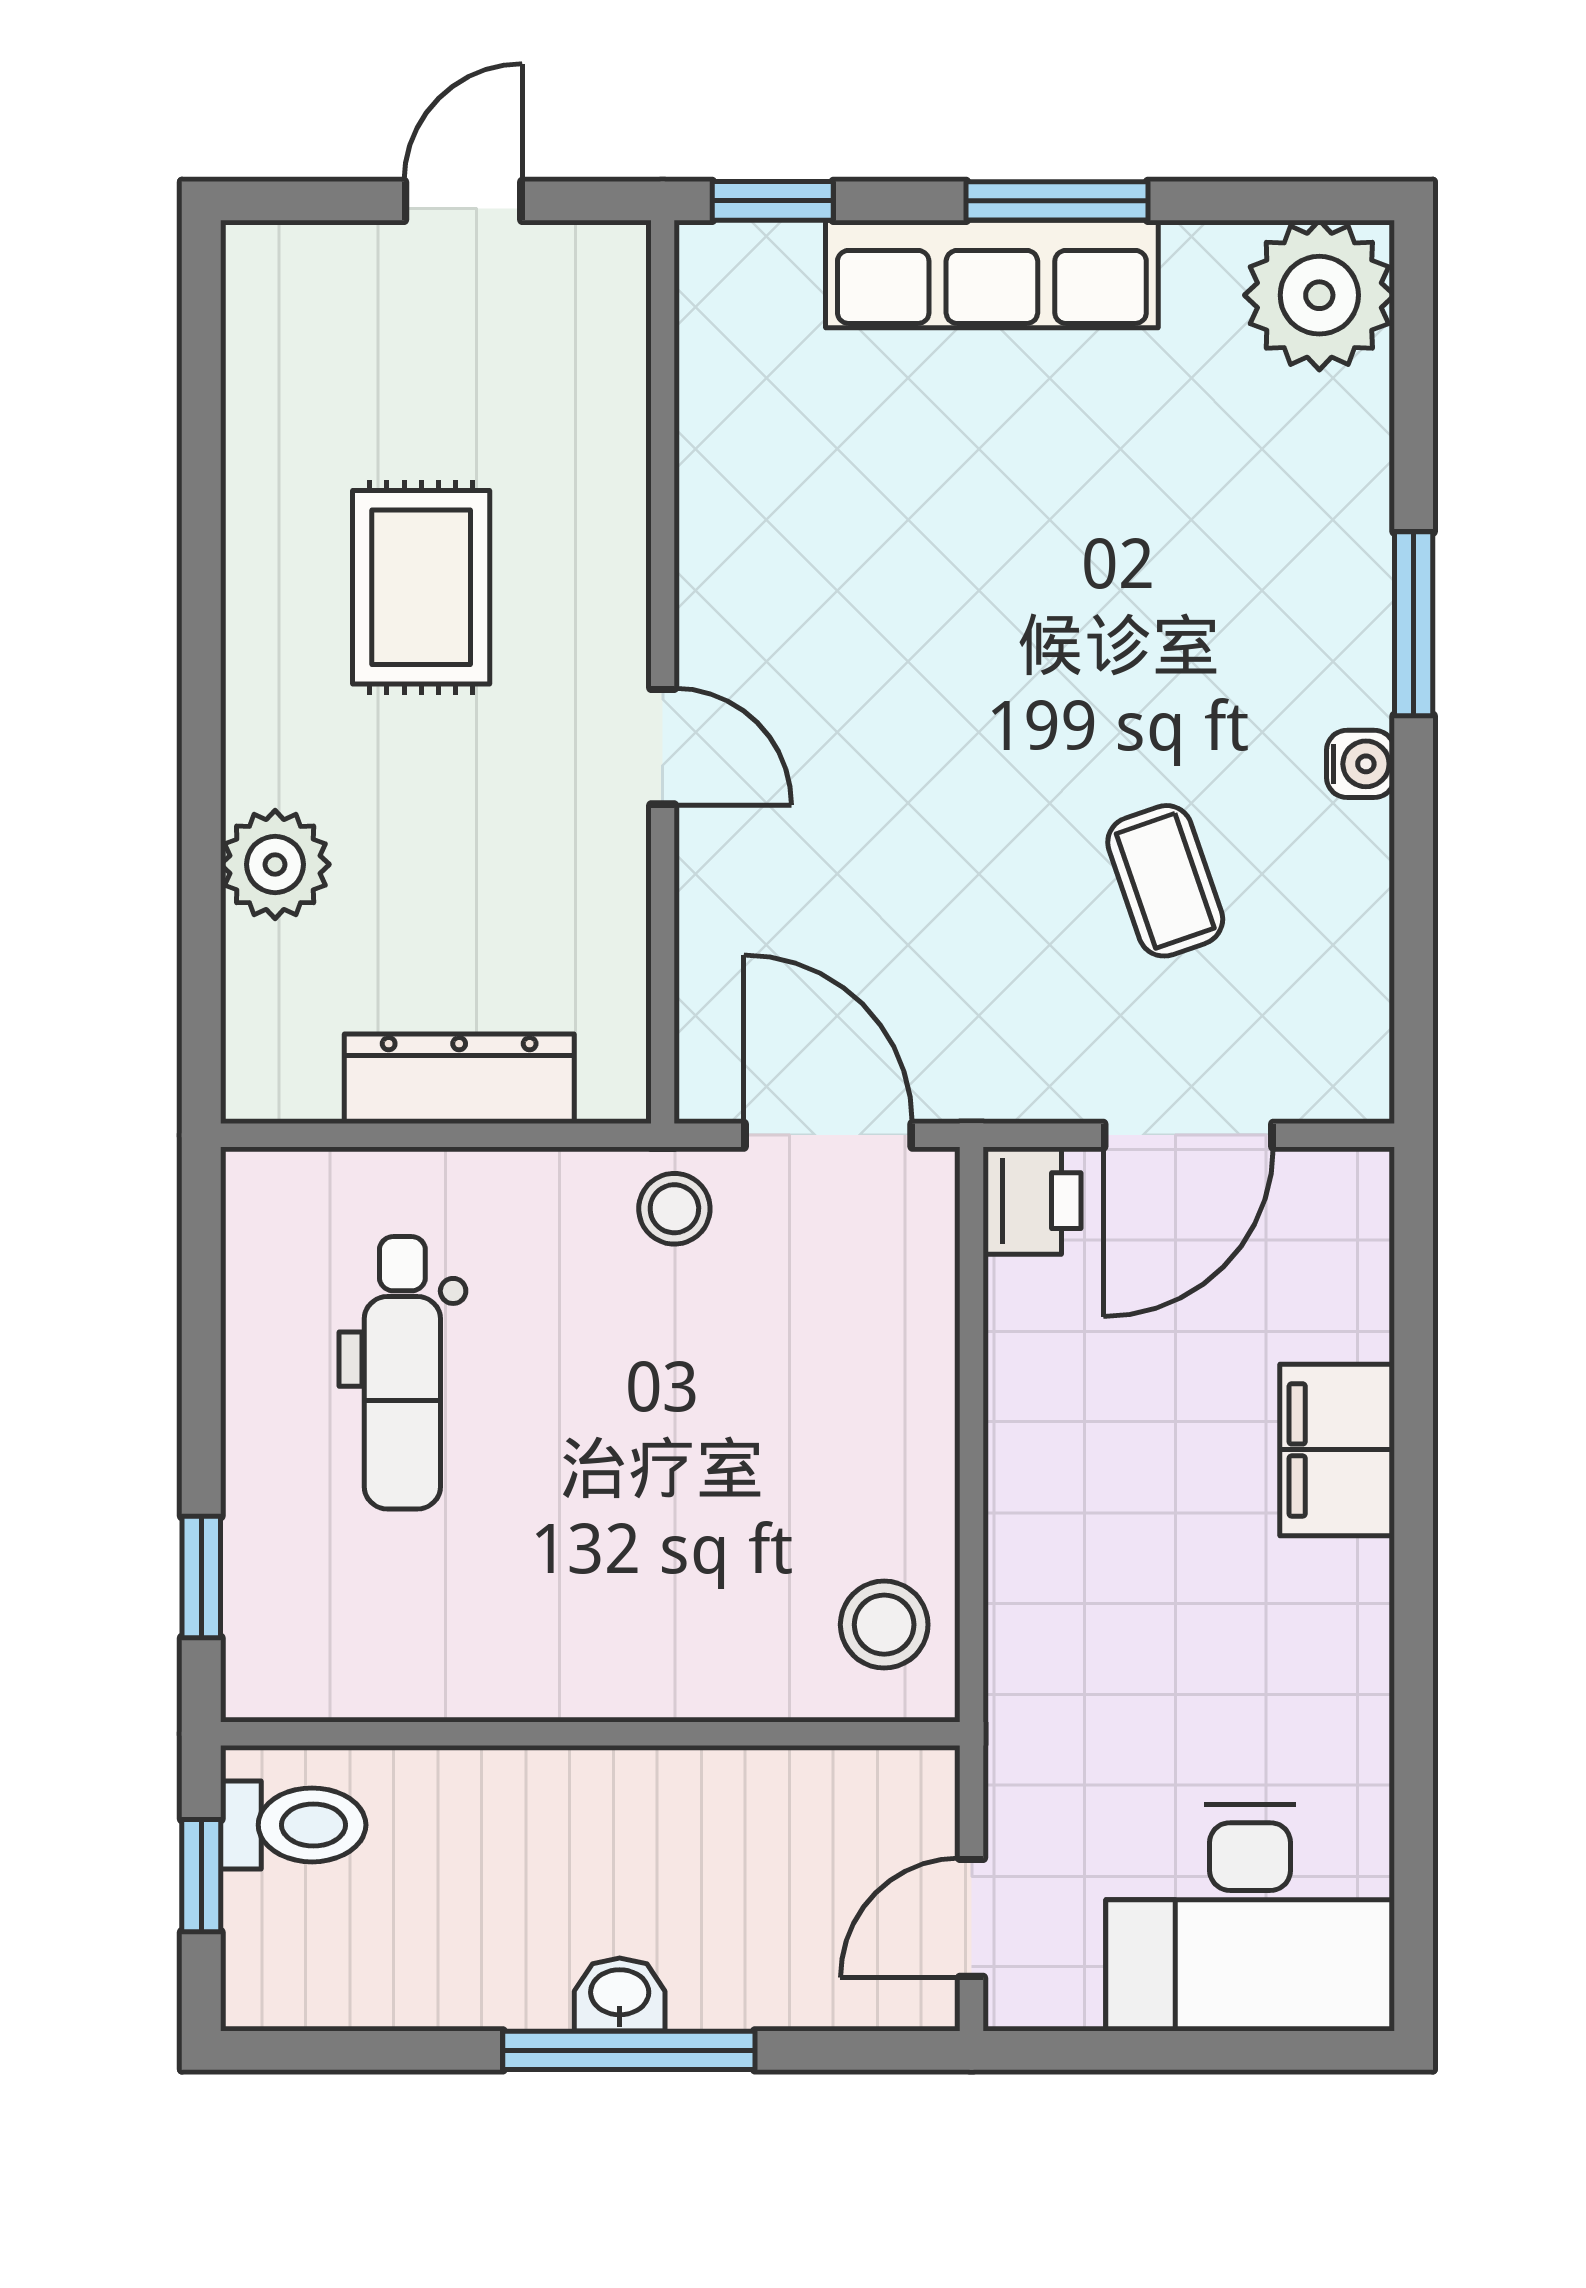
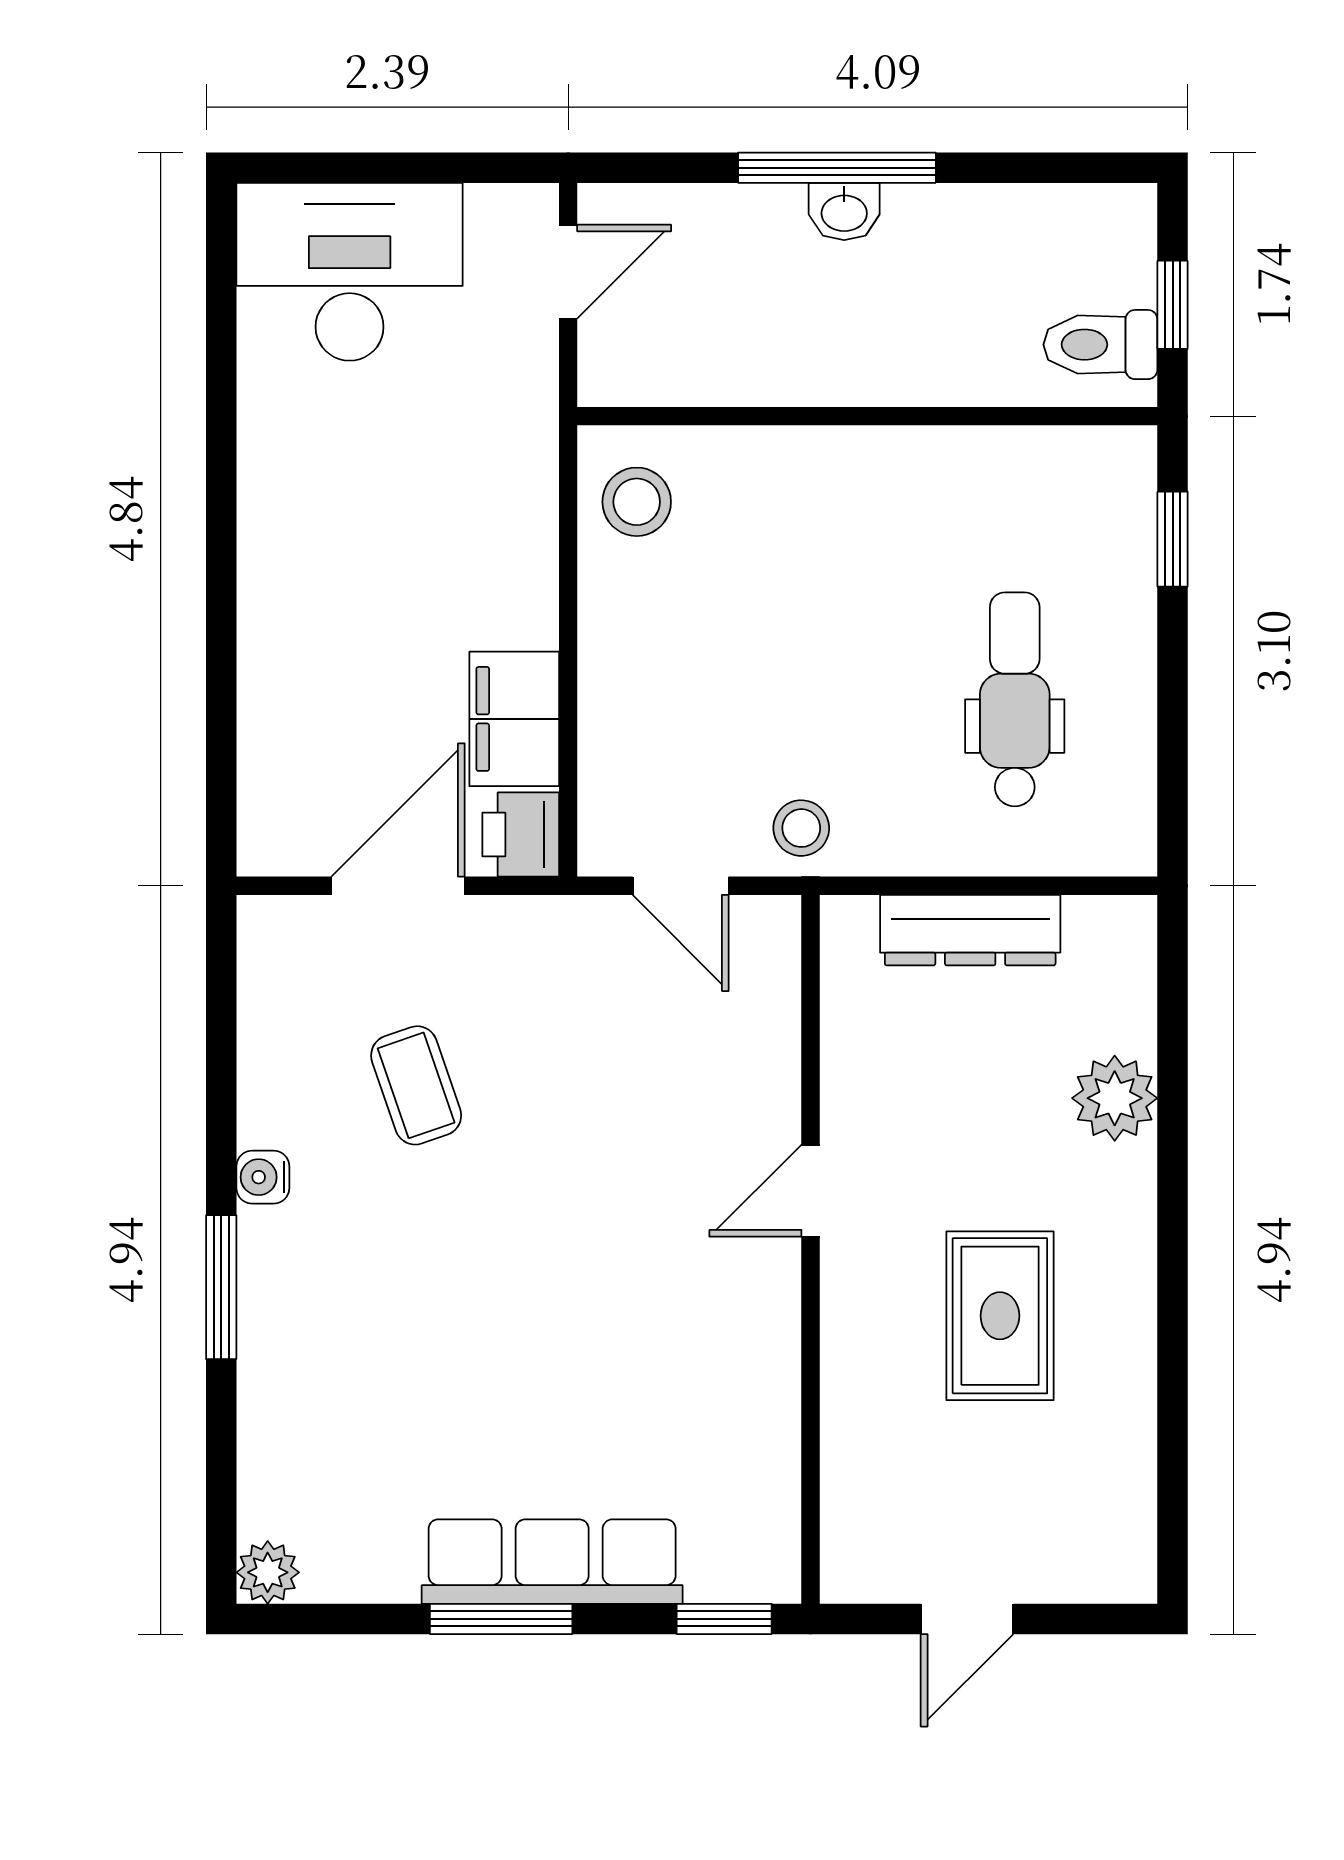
plant: (1319, 295) -> (268, 1572), width x0.53, depth x0.53
door: (663, 747) -> (810, 1191), hinge flipped
door: (828, 1135) -> (681, 886), width x0.73
filing cabinet: (1337, 1450) -> (514, 719), moved, turned 180

